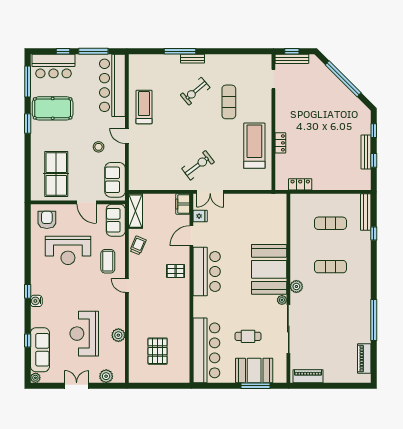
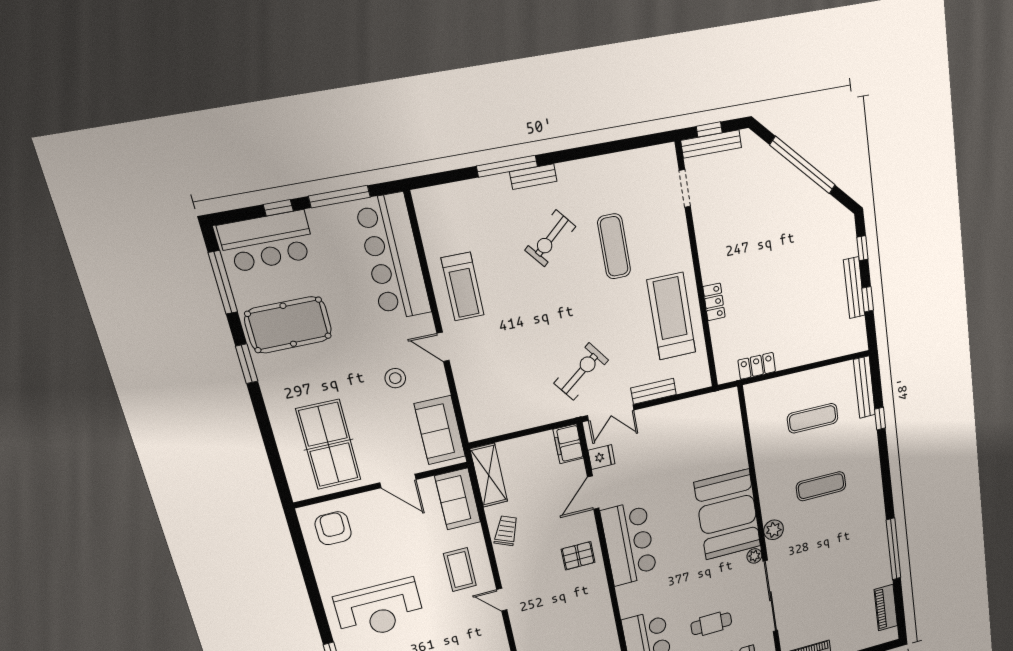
treadmill: (144, 107) -> (463, 287), turned 180
bench: (237, 185) -> (654, 391), added
reception desk: (68, 250) -> (379, 609), moved

